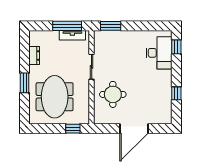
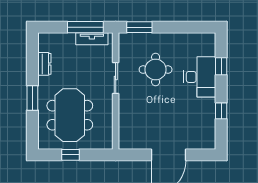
window: (176, 47) -> (221, 66), moved
desk: (159, 53) -> (200, 77), moved
round table: (113, 94) -> (156, 70), moved
window: (73, 129) -> (70, 155), moved

